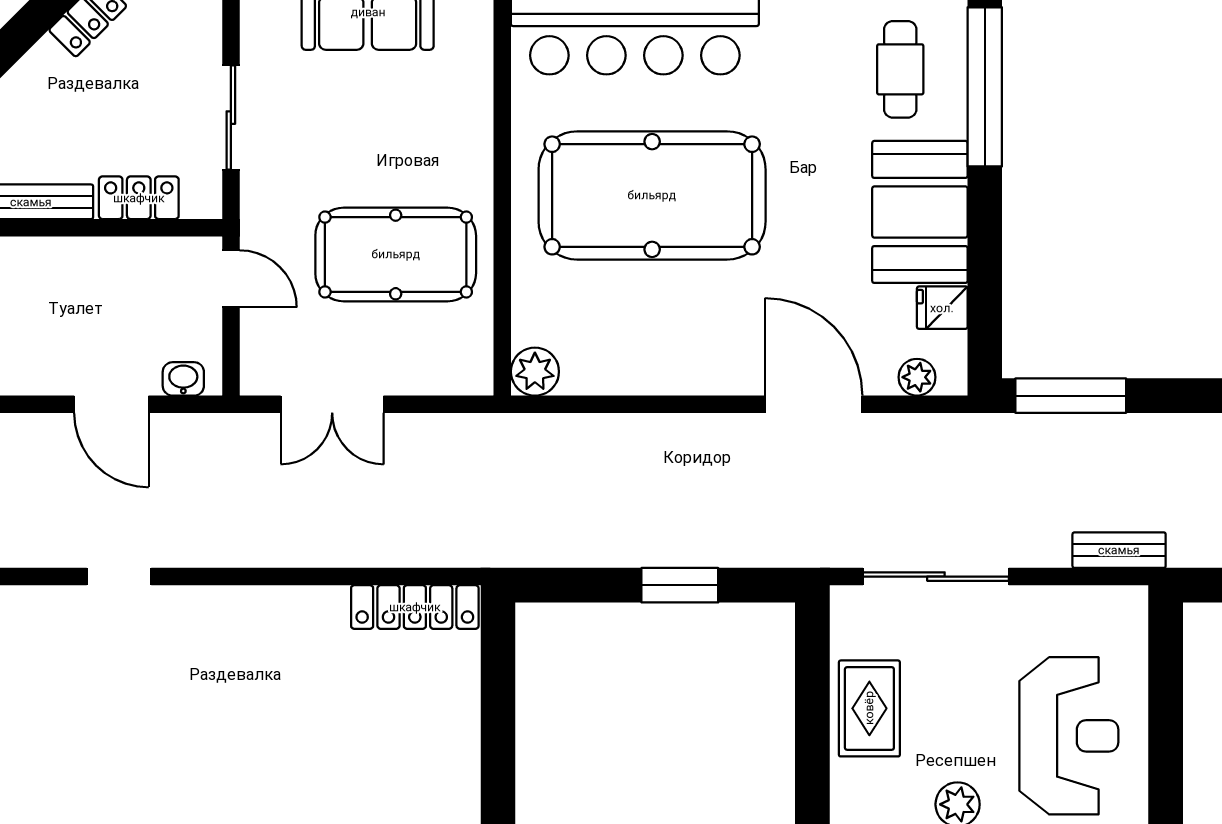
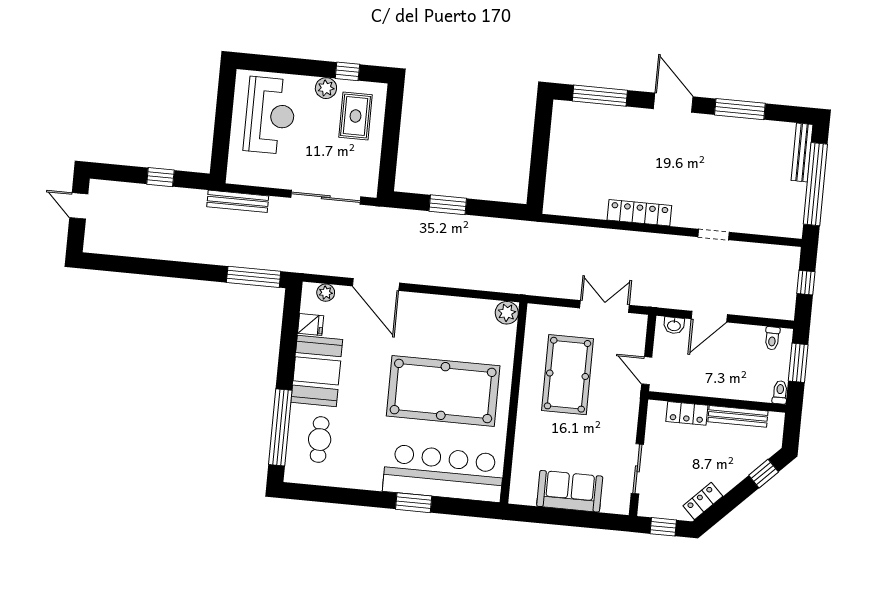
sliding door: (231, 118) -> (637, 469), moved
pool table: (396, 254) -> (568, 375), turned 90
door: (111, 404) -> (709, 317), swing flipped
bench: (1119, 550) -> (238, 201), width x1.36
locker: (415, 607) -> (639, 213), moved
rug: (869, 708) -> (356, 116), moved
reception desk: (1069, 736) -> (270, 116), turned 180

